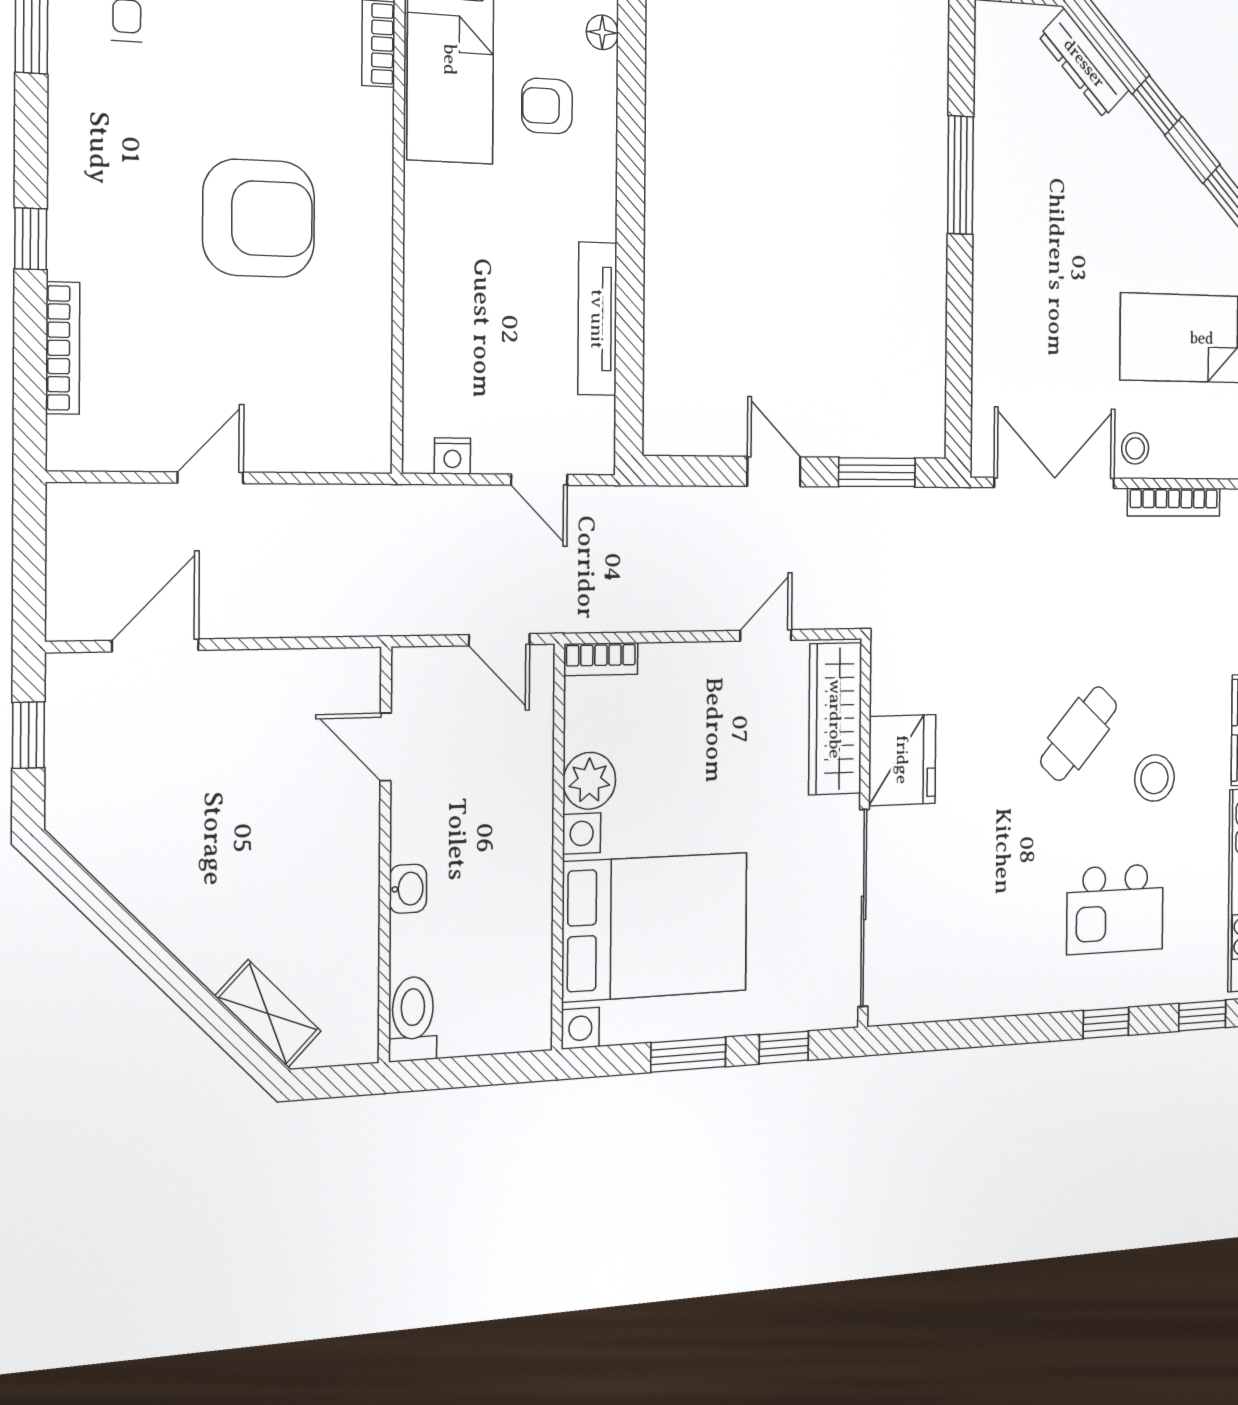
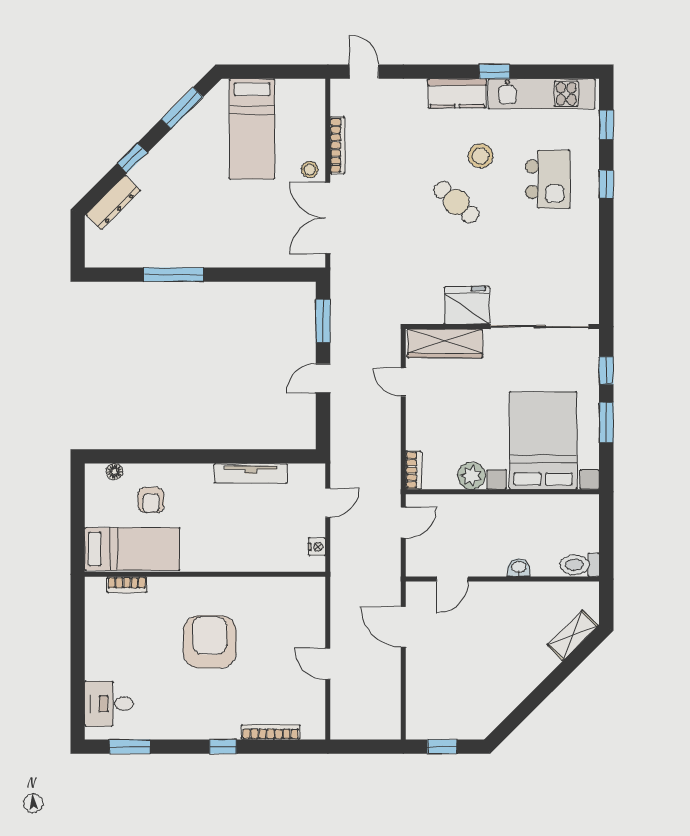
door: (155, 645) -> (403, 627), moved

